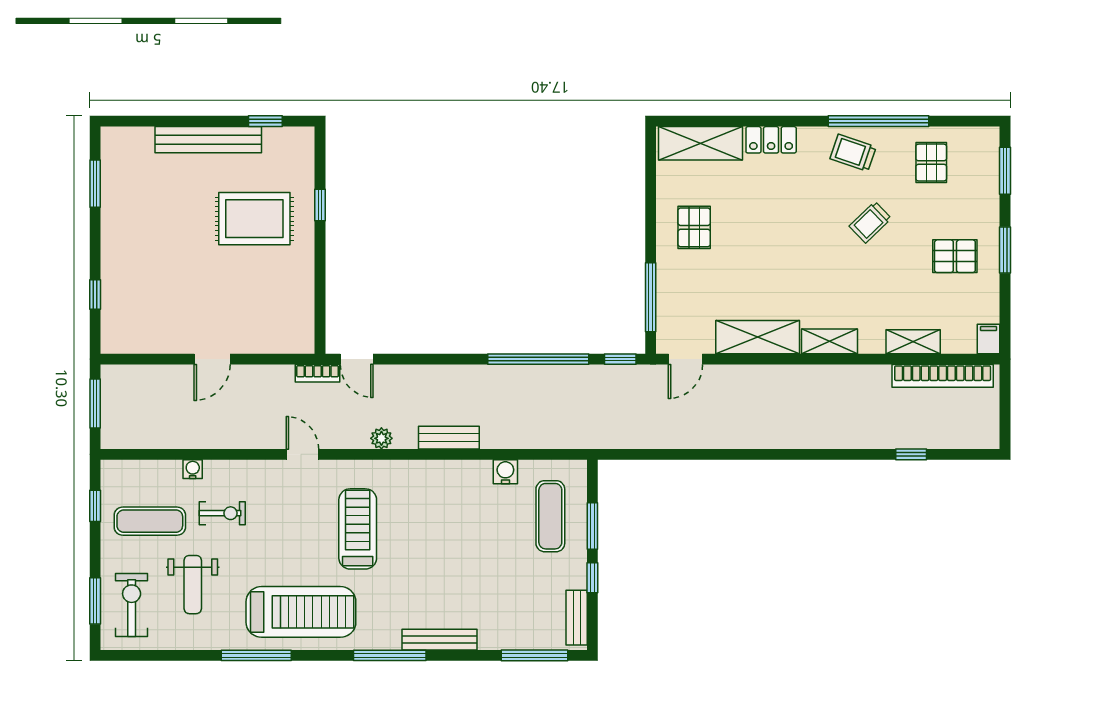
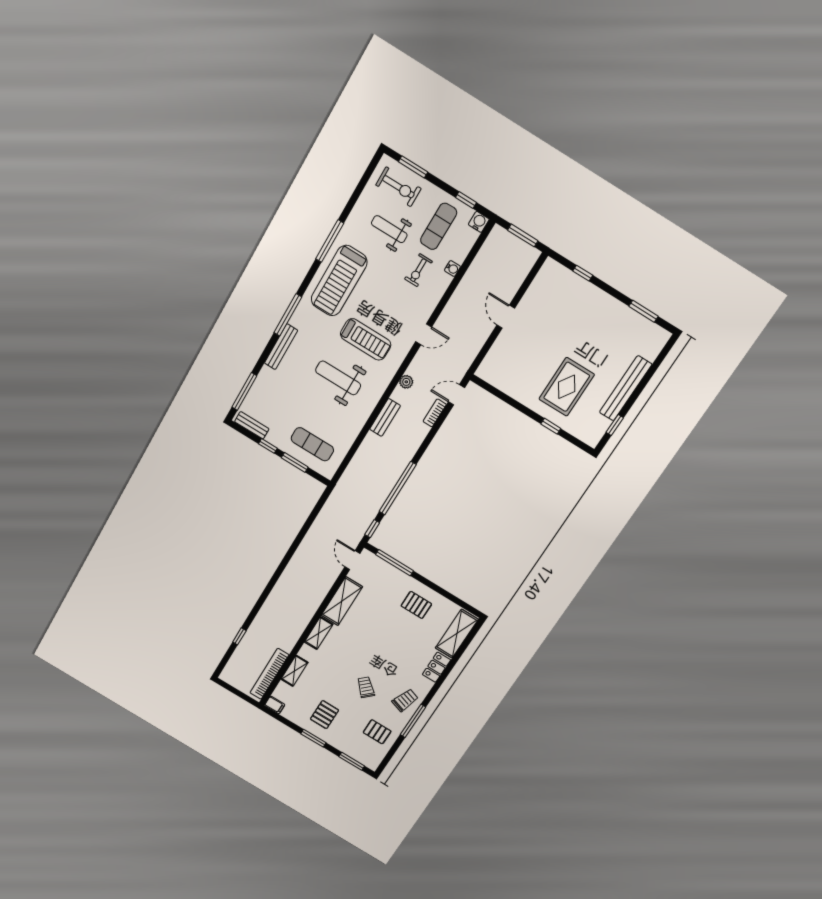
window: (879, 121) -> (413, 721), width x0.68
bookcase: (318, 373) -> (435, 413), moved
water cooler: (505, 472) -> (479, 222), moved, turned -90
weight bench: (434, 535) -> (338, 378), added

